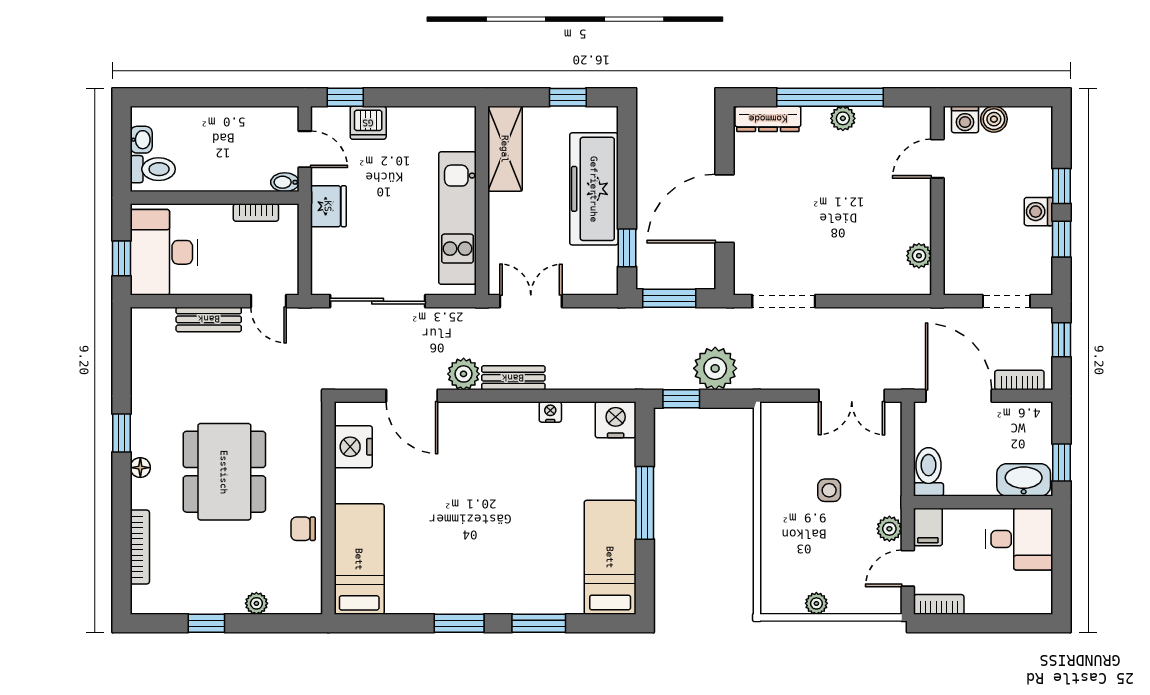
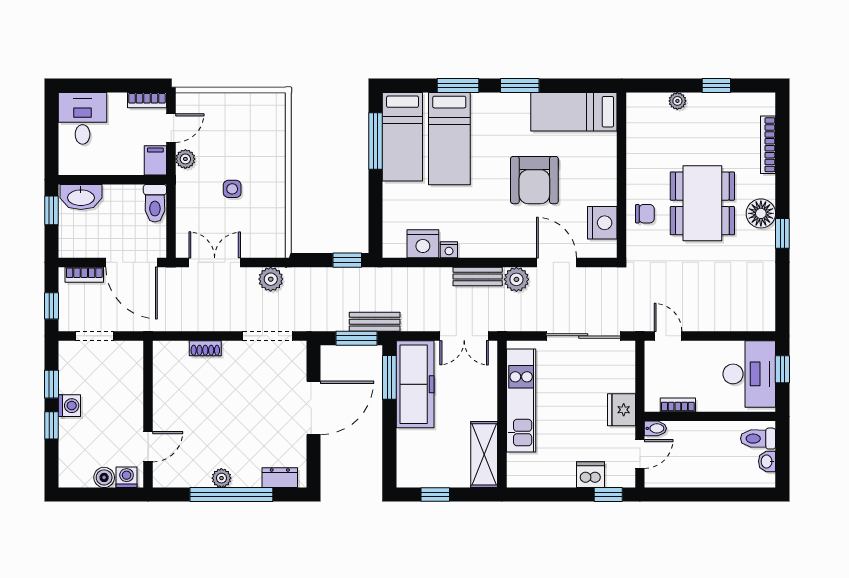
dresser: (768, 119) -> (280, 478), width x0.70
door: (305, 149) -> (640, 454), swing flipped
freezer: (594, 189) -> (415, 384), moved
window: (627, 248) -> (389, 377), width x1.50
plant: (919, 256) -> (162, 371), removed
shoe rack: (864, 285) -> (205, 348), added
bench: (209, 319) -> (375, 322), moved
plant: (715, 368) -> (271, 279), moved, width x0.73, depth x0.73
nightstand: (616, 420) -> (423, 244), moved
floor lamp: (140, 468) -> (761, 213), width x1.89, depth x1.89
armchair: (440, 502) -> (534, 180), added
window: (645, 503) -> (376, 141), moved
chair: (303, 529) -> (645, 214), moved
desk: (1019, 539) -> (83, 118), moved, turned 90
bed: (550, 555) -> (449, 139), added
bed: (359, 559) -> (574, 112), moved, turned 90
plant: (816, 603) -> (242, 101), removed

